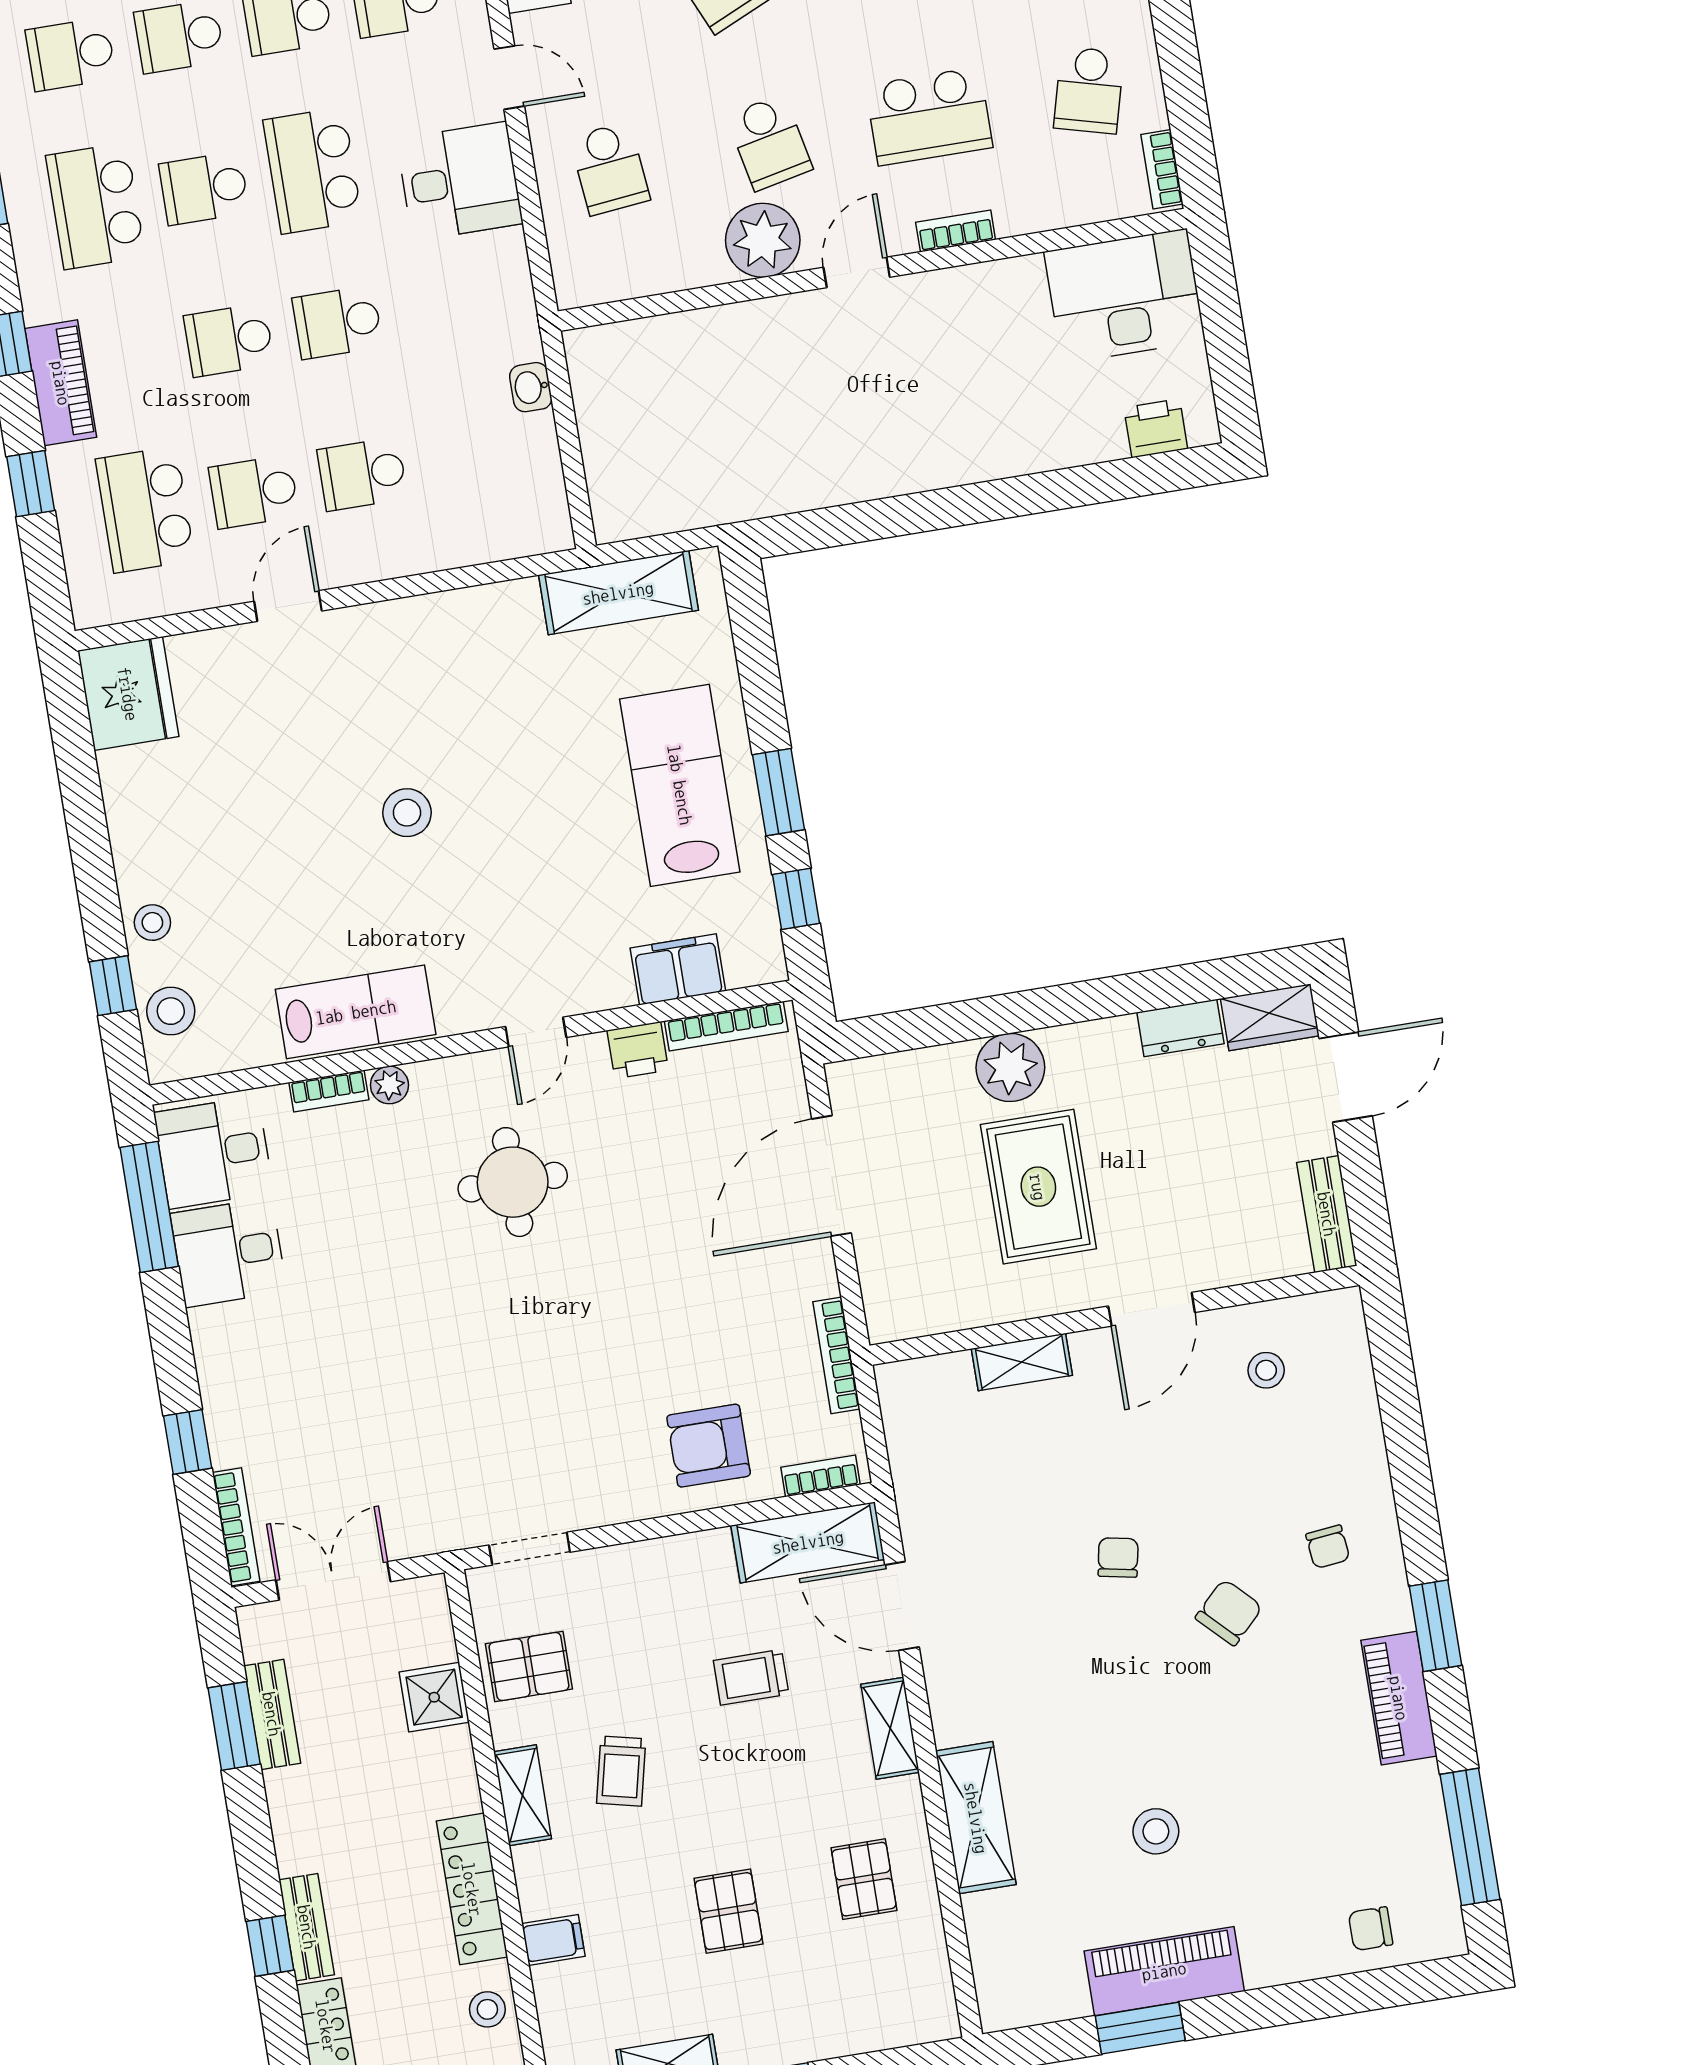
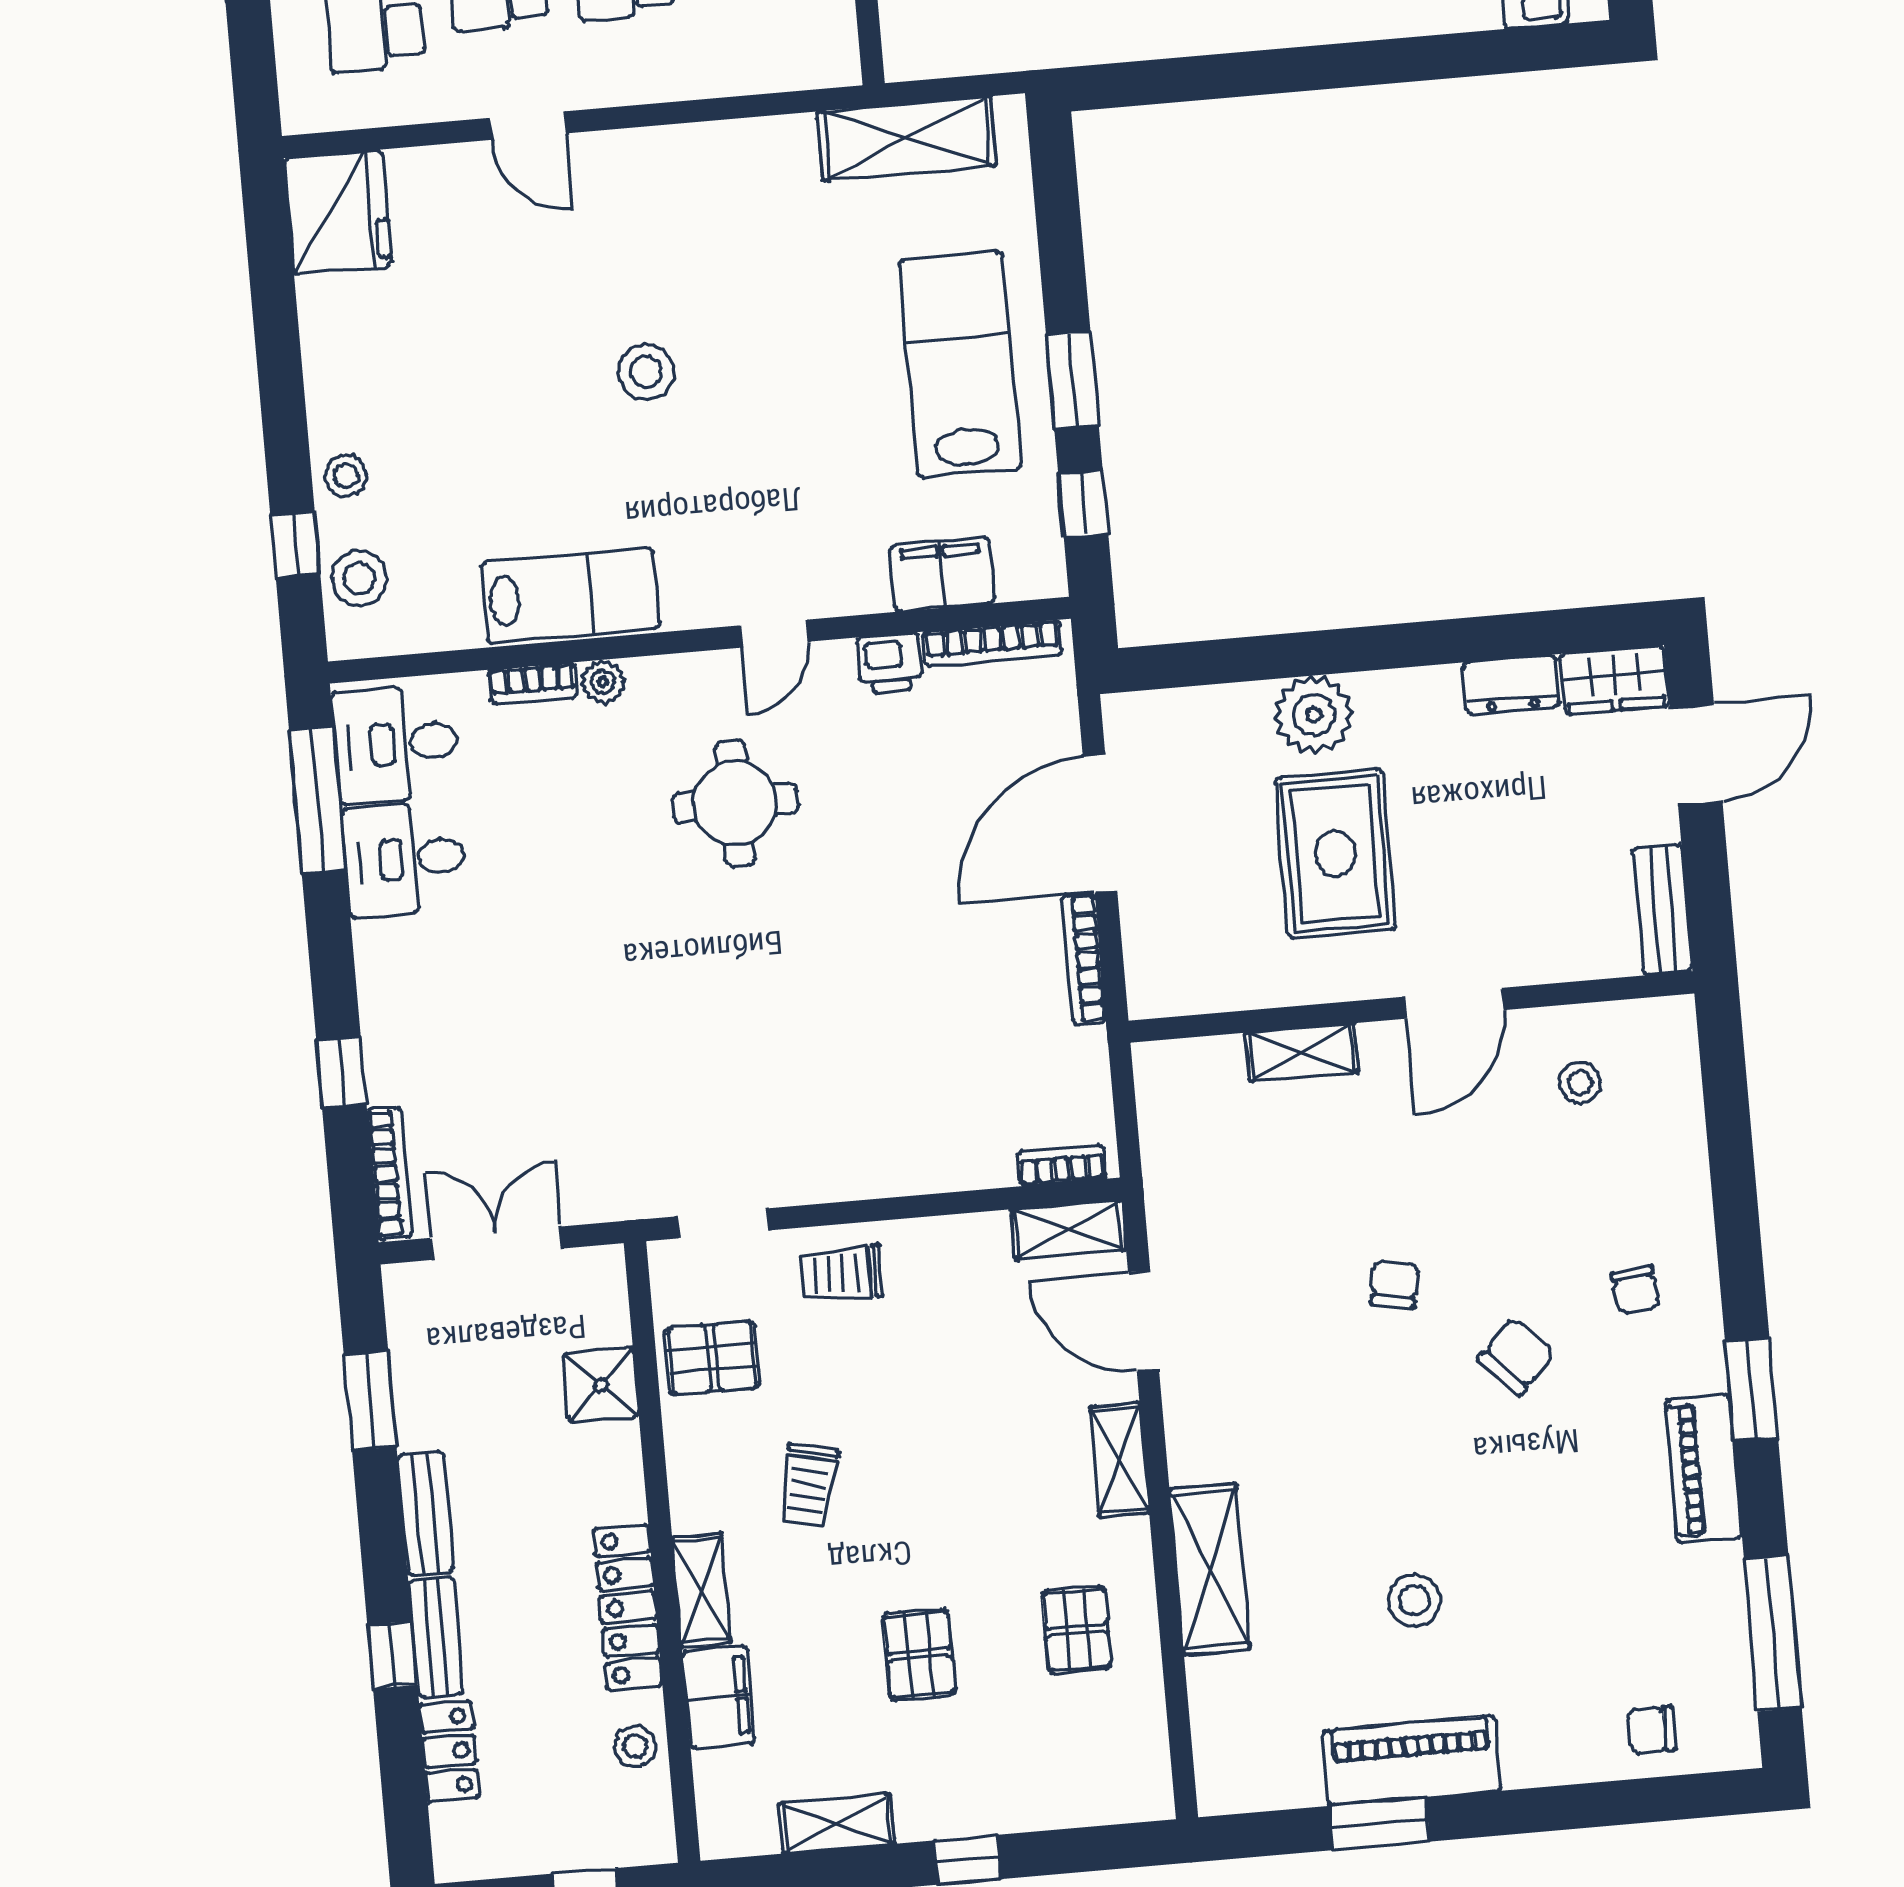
door: (288, 606) -> (528, 126), swing flipped
bookcase: (836, 1355) -> (1084, 959), moved
armchair: (709, 1446) -> (936, 1121), removed
shelving: (808, 1542) -> (1068, 1229), width x0.67, depth x0.75
trolley: (751, 1677) -> (841, 1274), moved
bench: (272, 1714) -> (425, 1513), moved
shelving: (523, 1795) -> (701, 1590), moved
filing cabinet: (553, 1940) -> (719, 1697), width x2.00

